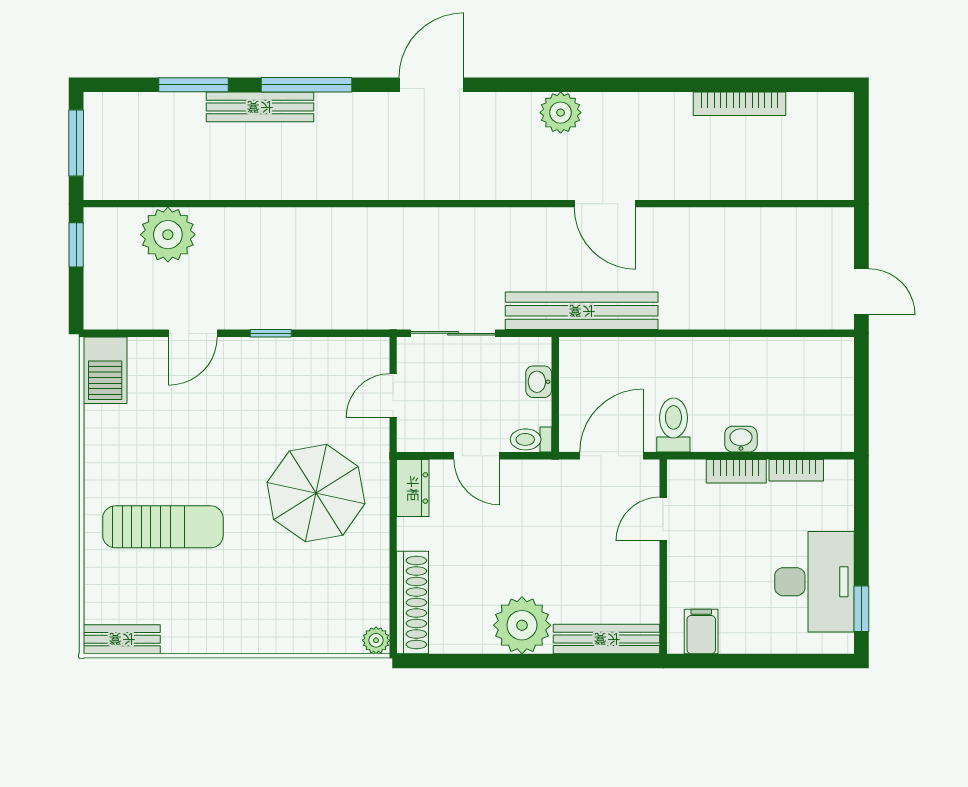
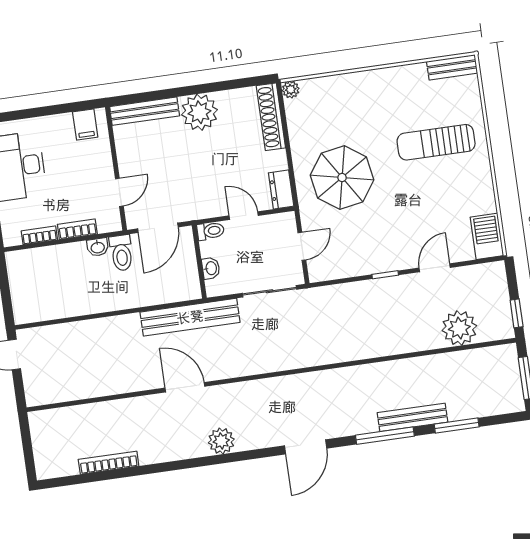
washbasin: (741, 439) -> (98, 247), moved

